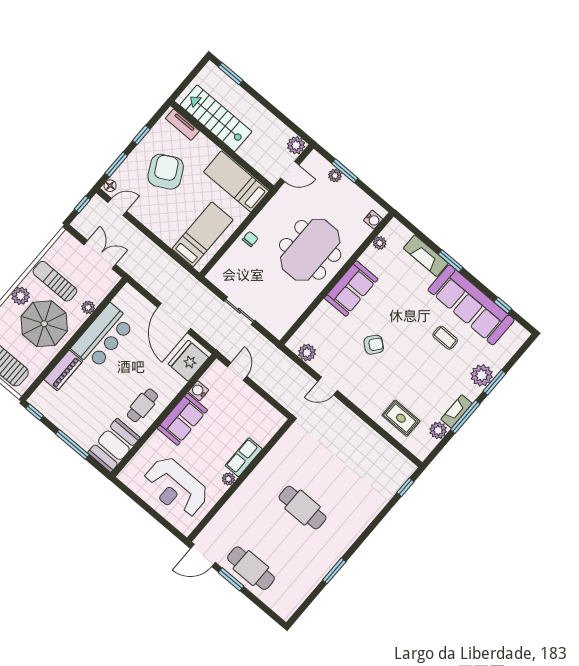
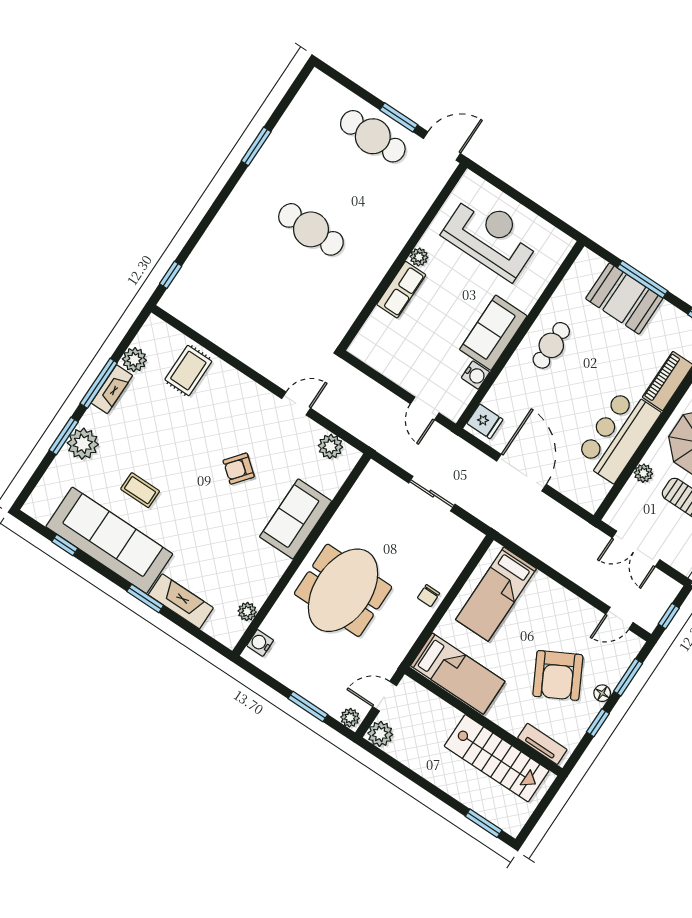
plant: (335, 175) -> (350, 718), moved
floor lamp: (110, 186) -> (602, 693), moved
sofa: (351, 289) -> (296, 519), moved
fridge: (188, 361) -> (485, 421), width x0.53, depth x0.75
rug: (401, 418) -> (188, 371), turned 90
booth: (114, 445) -> (624, 299), moved, turned 90

